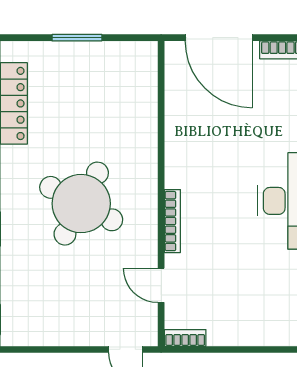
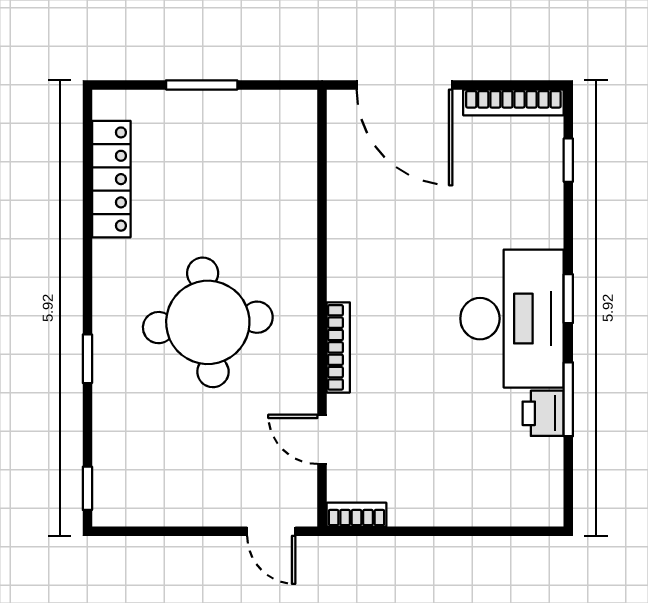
round table: (81, 204) -> (208, 322), turned -34

